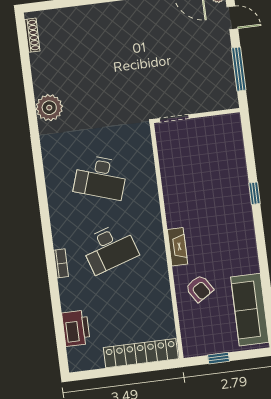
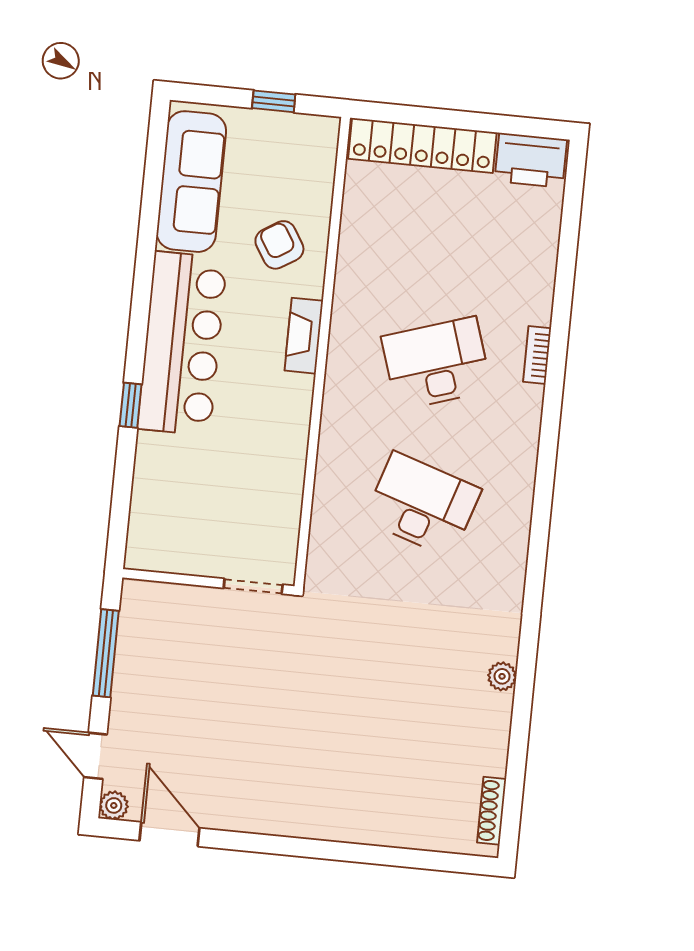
plant: (49, 108) -> (502, 676), width x0.53, depth x0.53
bar counter: (236, 229) -> (182, 343), added
printer: (76, 328) -> (531, 160), moved, turned -90

